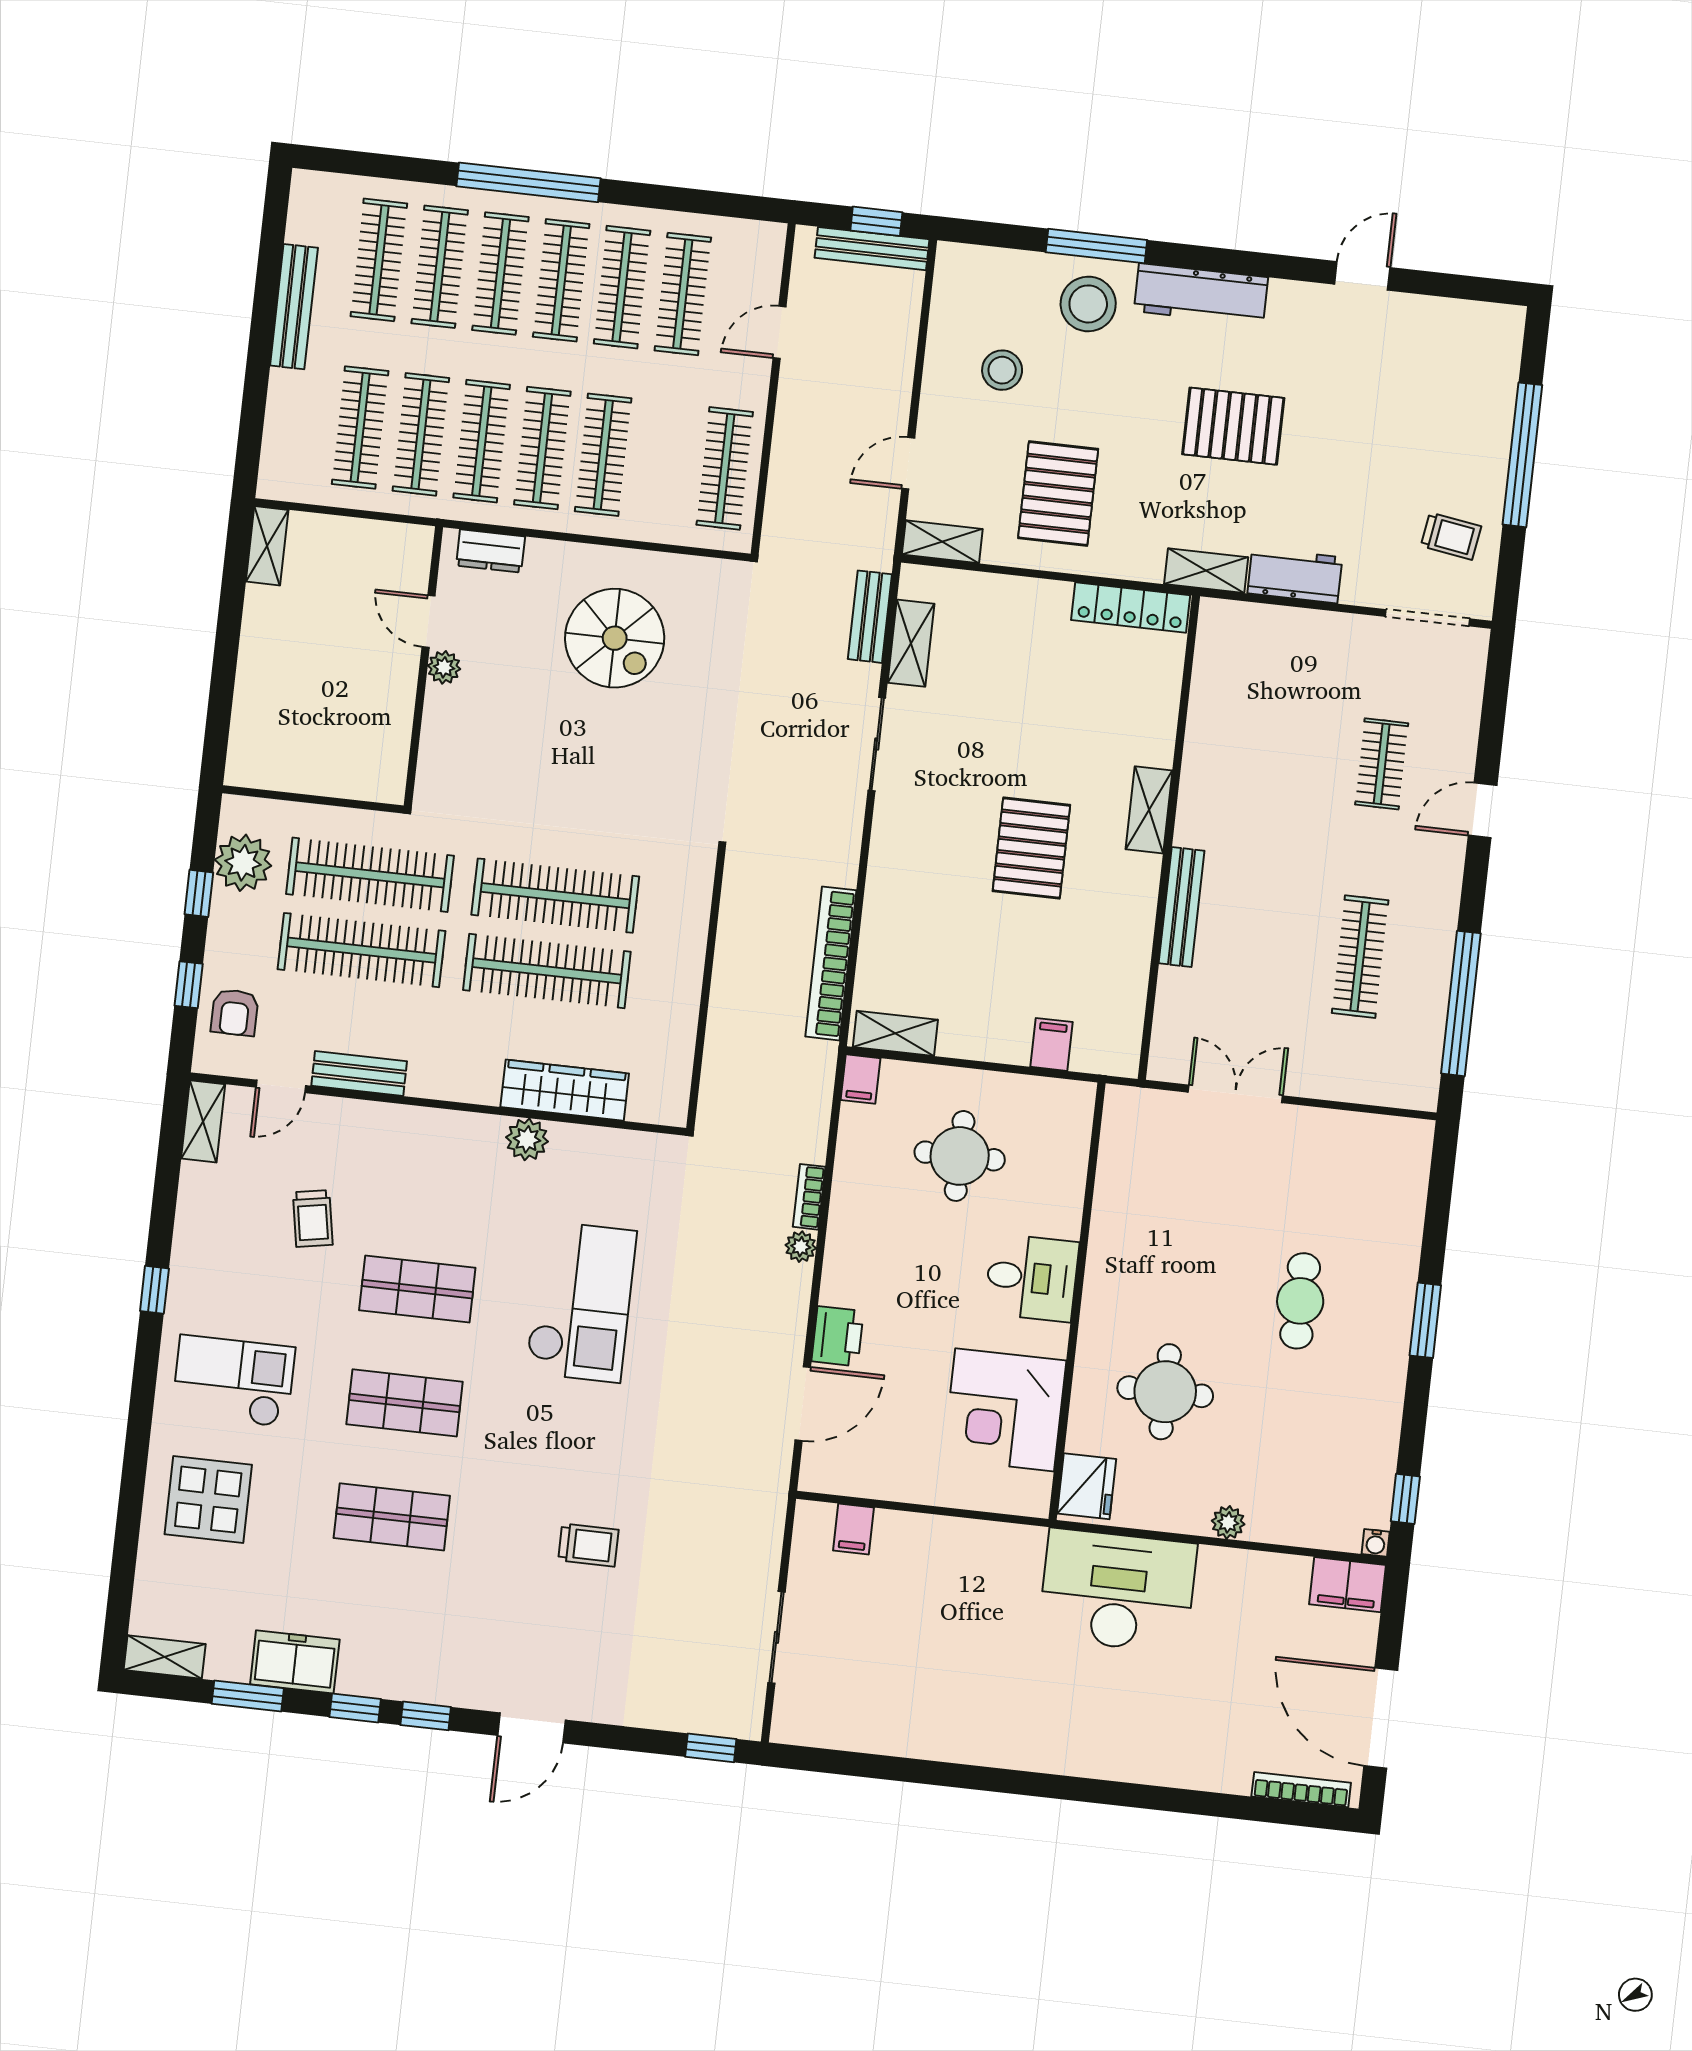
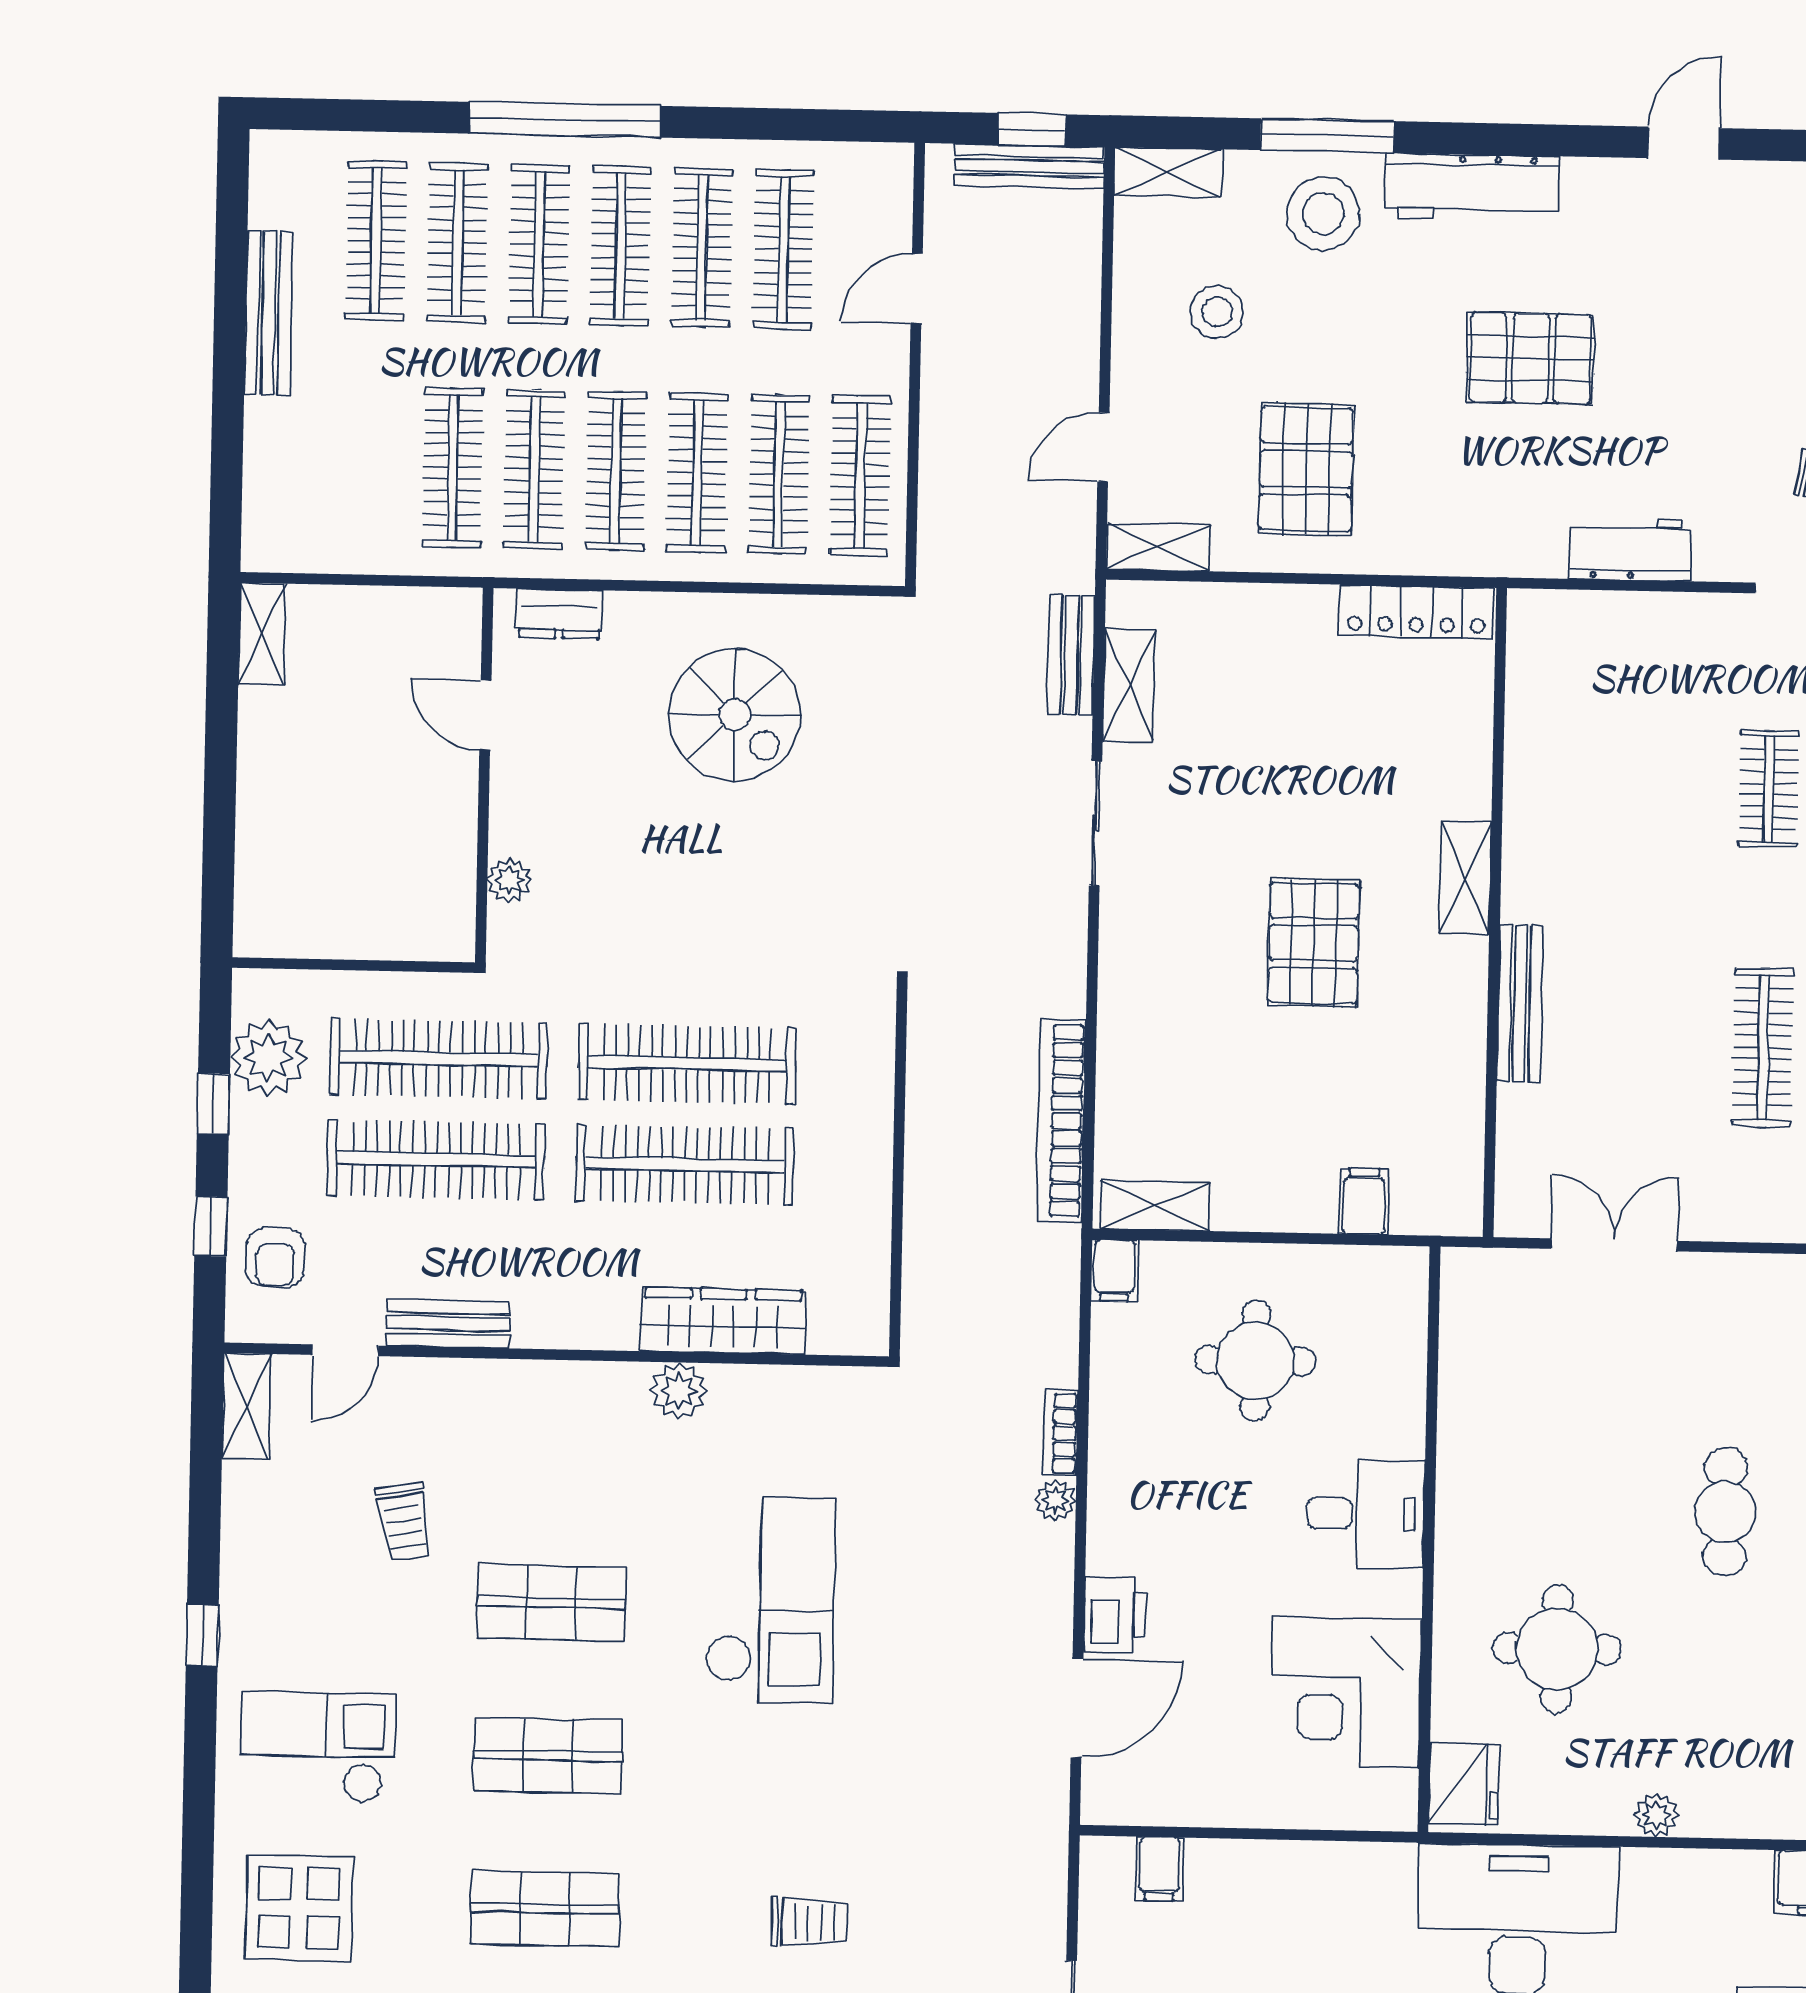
clothes rail: (360, 428) -> (779, 474), moved
shelving: (1206, 571) -> (1168, 172), moved
plant: (444, 667) -> (509, 880), moved

